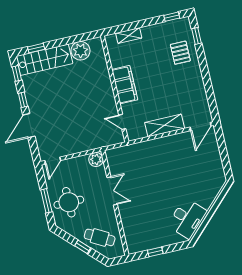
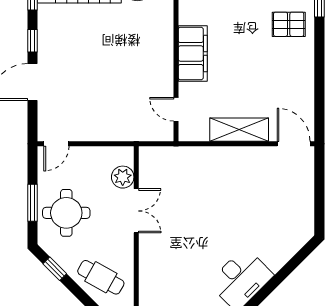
pallet: (180, 53) -> (289, 24), turned 90
door: (201, 126) -> (294, 144), swing flipped
plant: (96, 159) -> (123, 177), moved
window: (83, 247) -> (55, 269), moved

